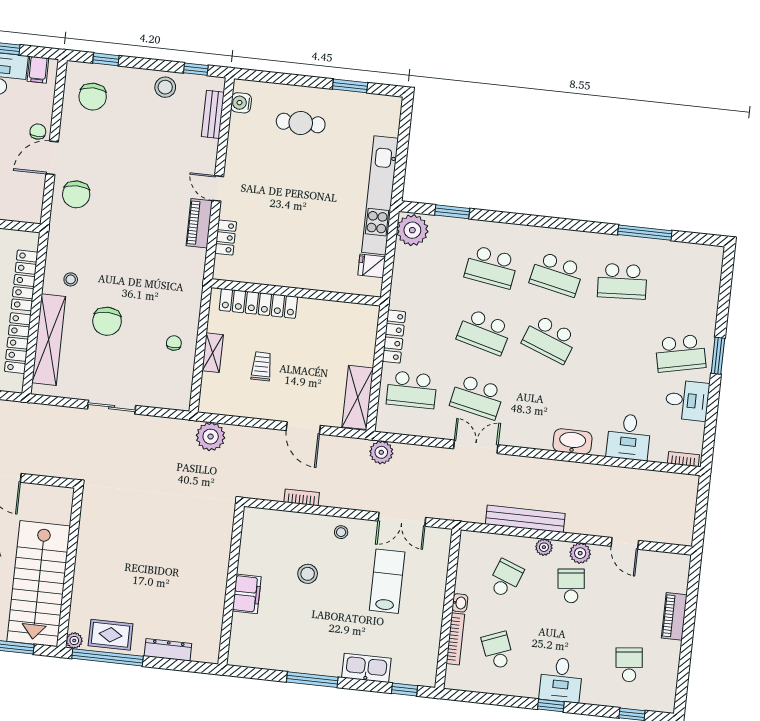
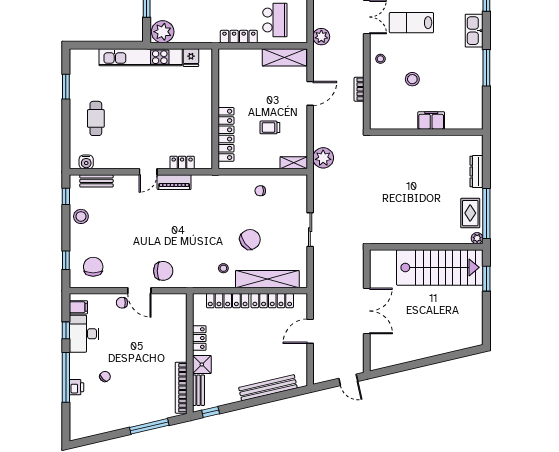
chair: (93, 97) -> (93, 267), turned -90
chair: (107, 321) -> (250, 239), turned -36
shelving: (213, 353) -> (294, 163), moved

